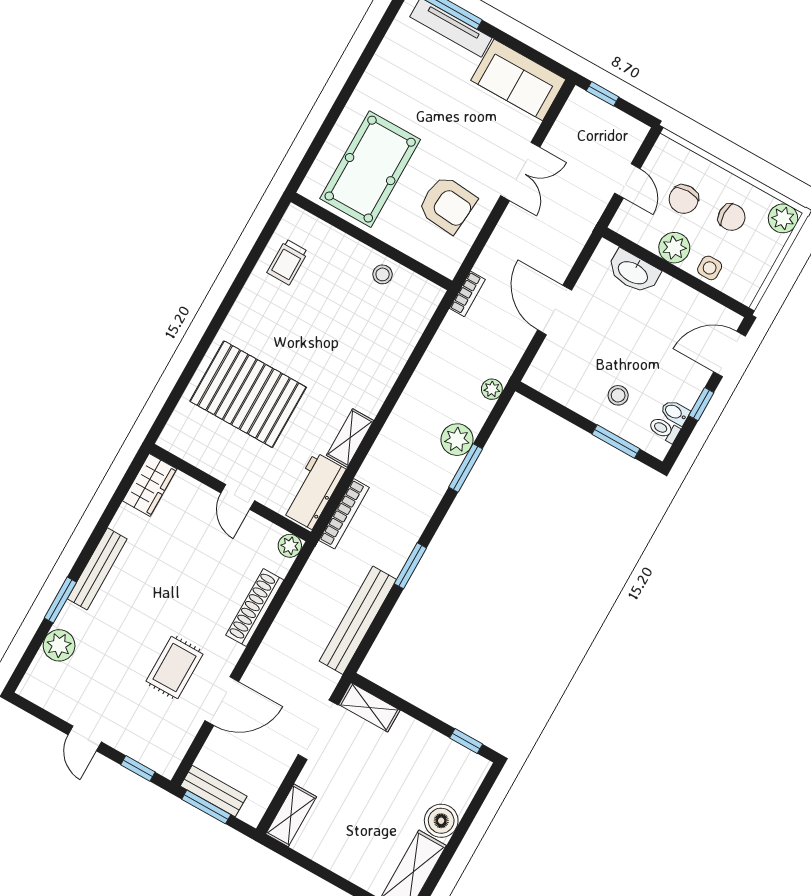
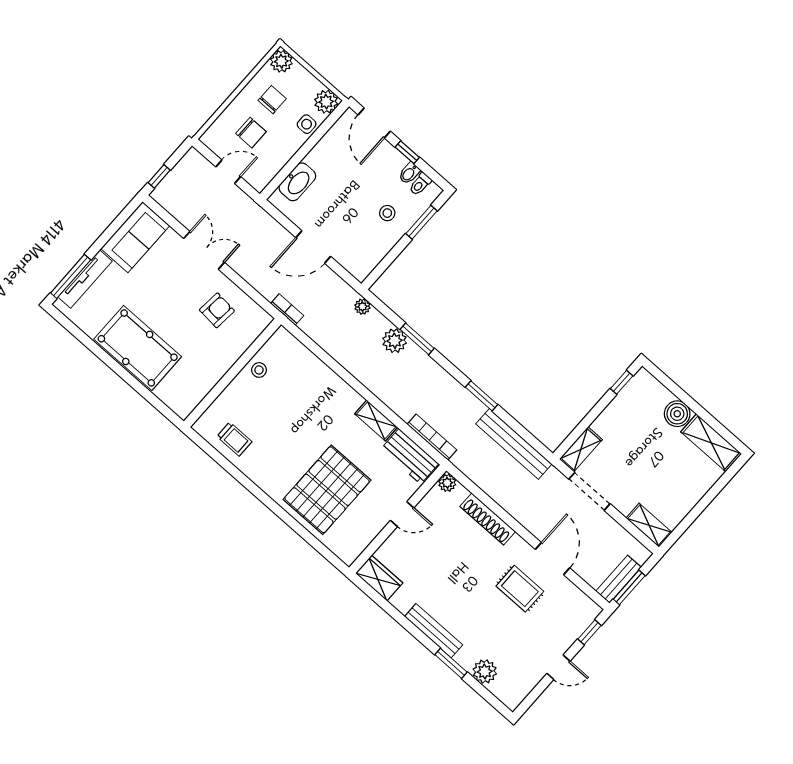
pool table: (370, 169) -> (138, 348), moved
armchair: (447, 204) -> (217, 310), width x0.72, depth x0.72
plant: (674, 248) -> (326, 102), moved

